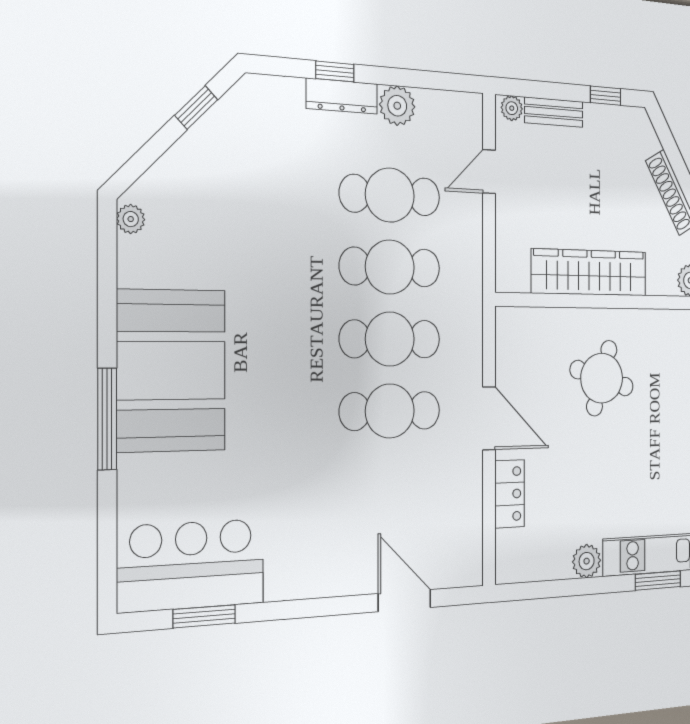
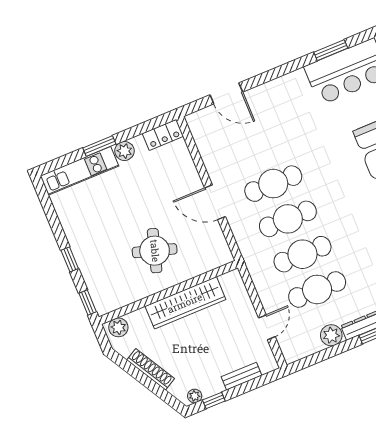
plant: (512, 108) -> (195, 396), moved
locker: (509, 494) -> (163, 135), moved, turned -90
window: (658, 580) -> (99, 146), moved

